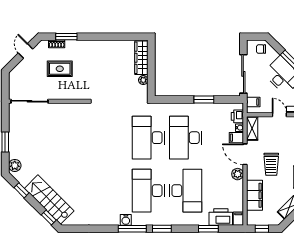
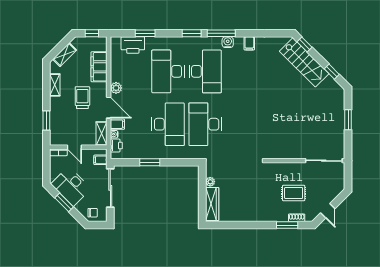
desk: (148, 138) -> (205, 124), turned 180
plant: (15, 165) -> (338, 96), removed
filing cabinet: (238, 219) -> (249, 43), moved

